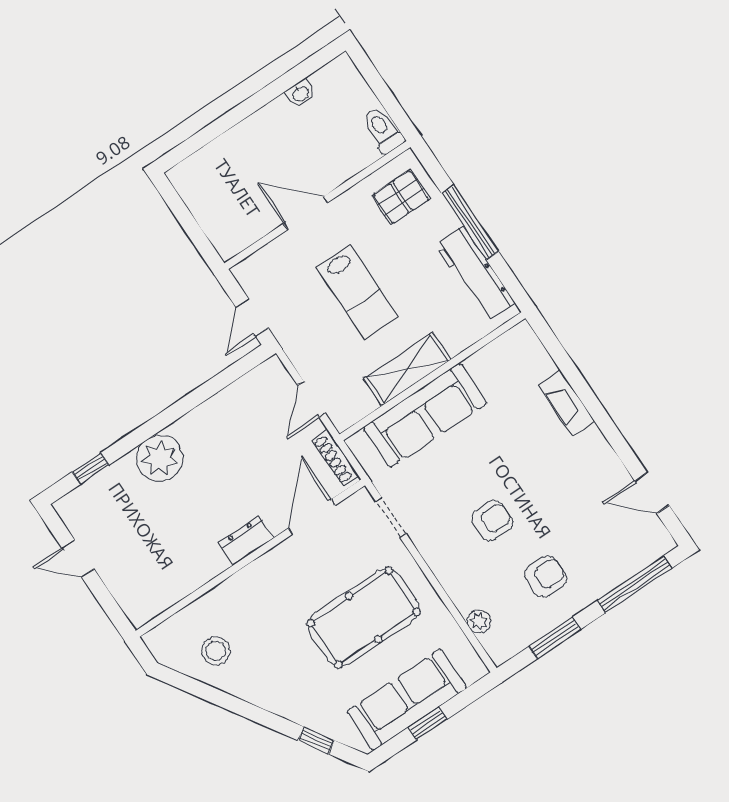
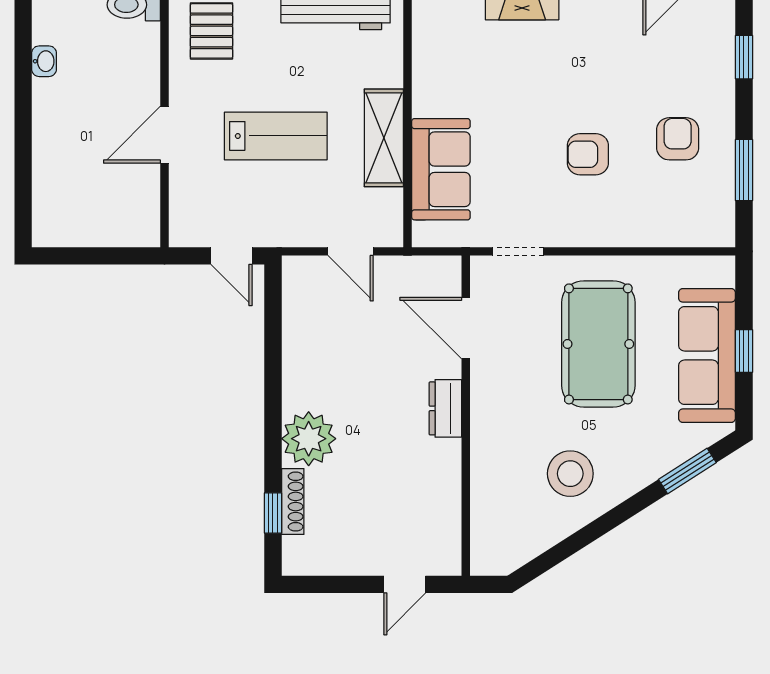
sofa: (425, 415) -> (441, 169), width x0.73
shoe rack: (335, 458) -> (293, 502), moved, turned -90
armchair: (492, 520) -> (588, 154), turned -90
door: (78, 558) -> (405, 584), moved
window: (634, 584) -> (744, 57), width x0.46
plant: (479, 621) -> (678, 234), removed
stool: (216, 651) -> (570, 474), moved, width x1.38, depth x1.38
window: (316, 740) -> (687, 471), width x1.50

